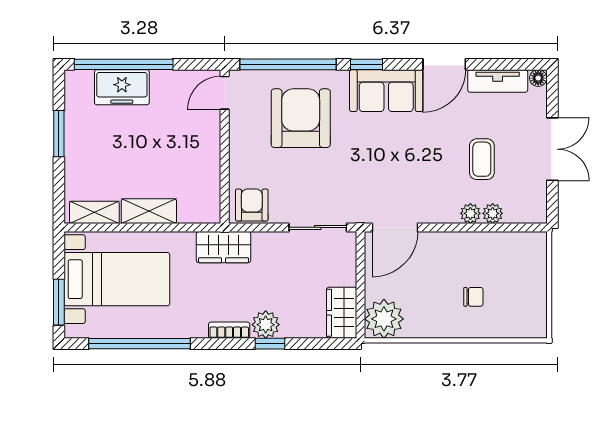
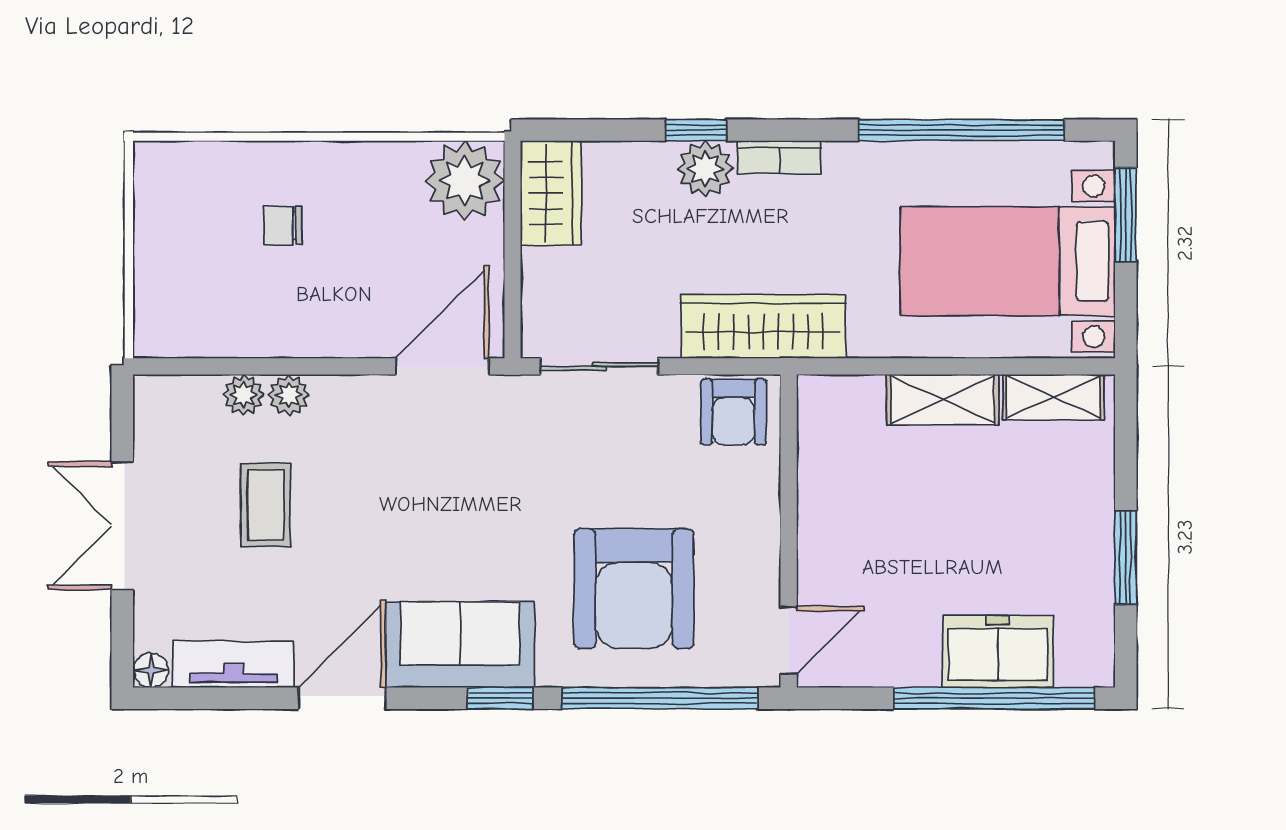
wardrobe: (224, 247) -> (763, 327), width x1.50

